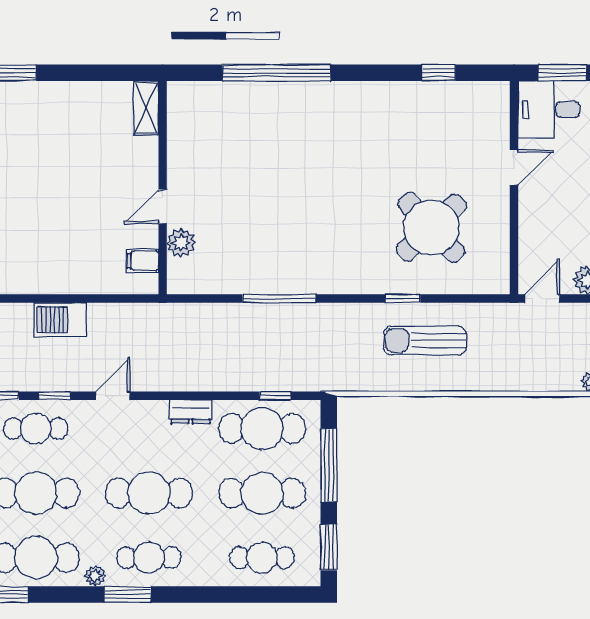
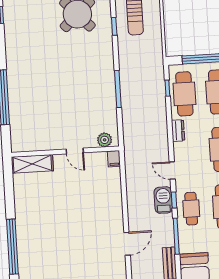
shelving: (146, 108) -> (32, 164), width x1.50, depth x1.33
plant: (181, 243) -> (105, 140), moved
filing cabinet: (143, 261) -> (114, 159), moved
barbecue: (60, 320) -> (163, 200), moved, turned 180

